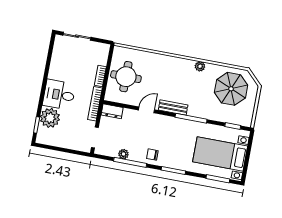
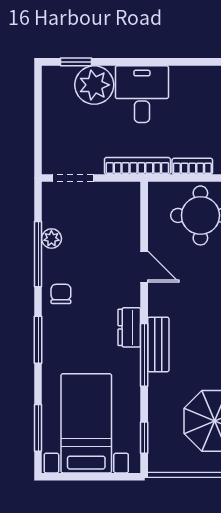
bench: (173, 107) -> (158, 344), moved
dresser: (112, 111) -> (129, 327), moved

